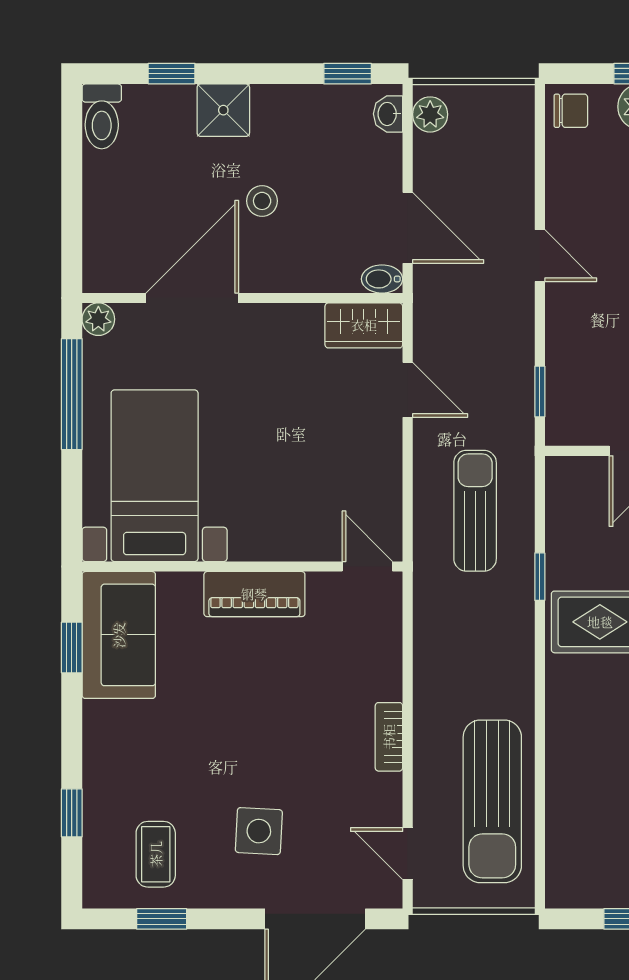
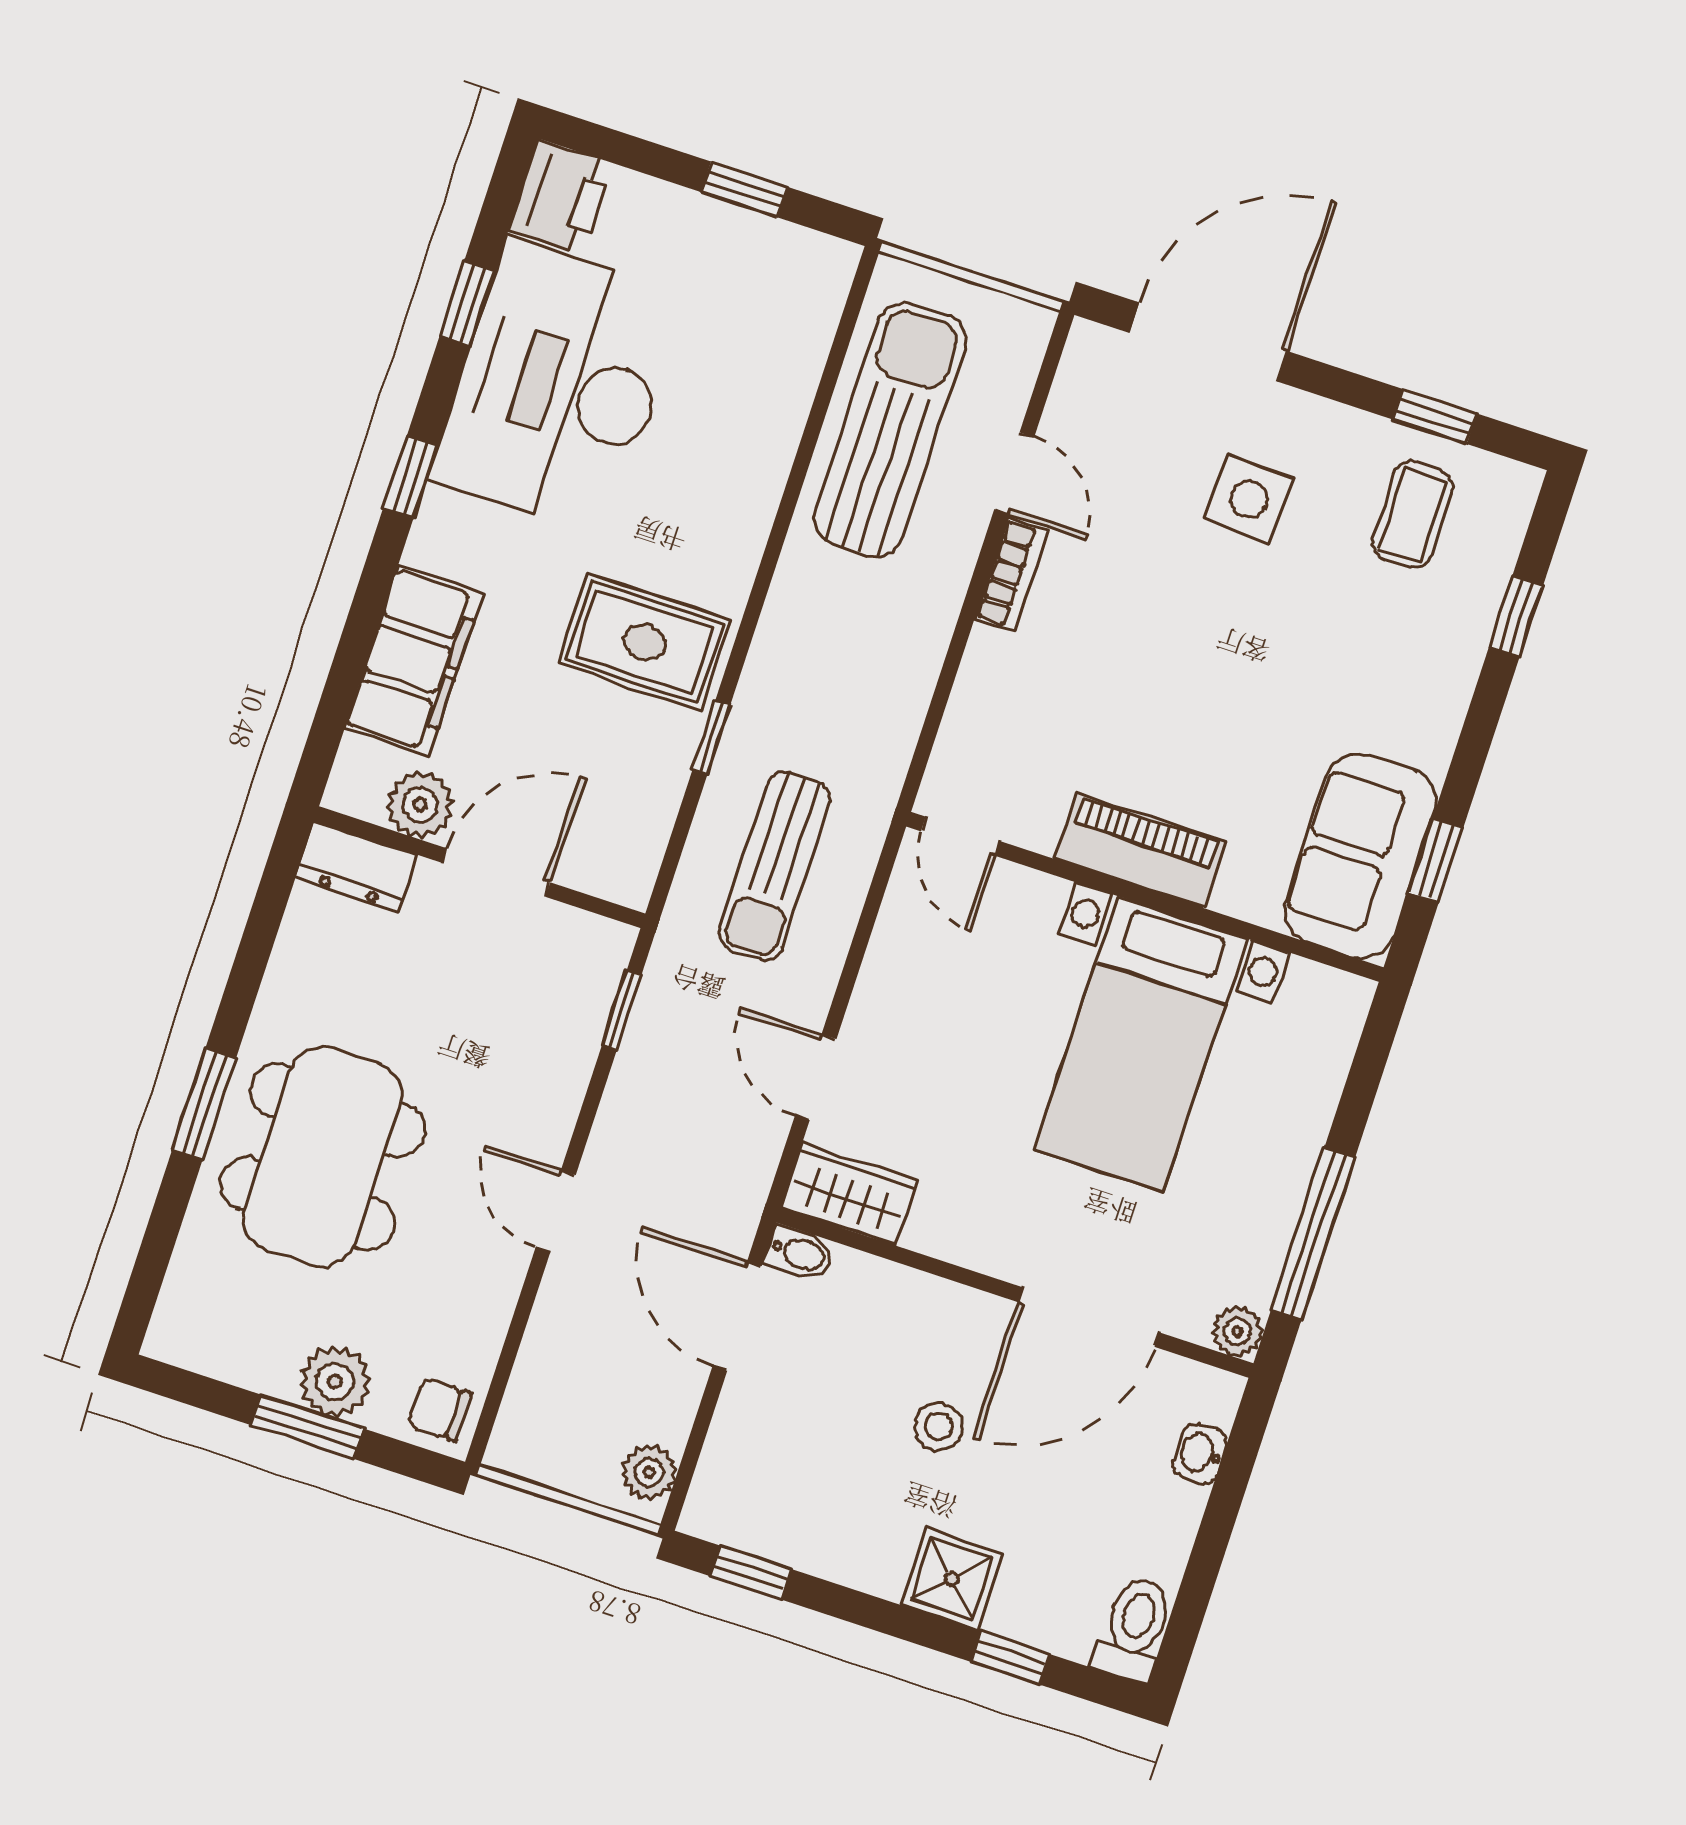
washbasin: (388, 114) -> (1200, 1453), moved, turned 180
bed with nightstands: (155, 476) -> (1141, 1044), moved
door: (408, 854) -> (1014, 473), moved

